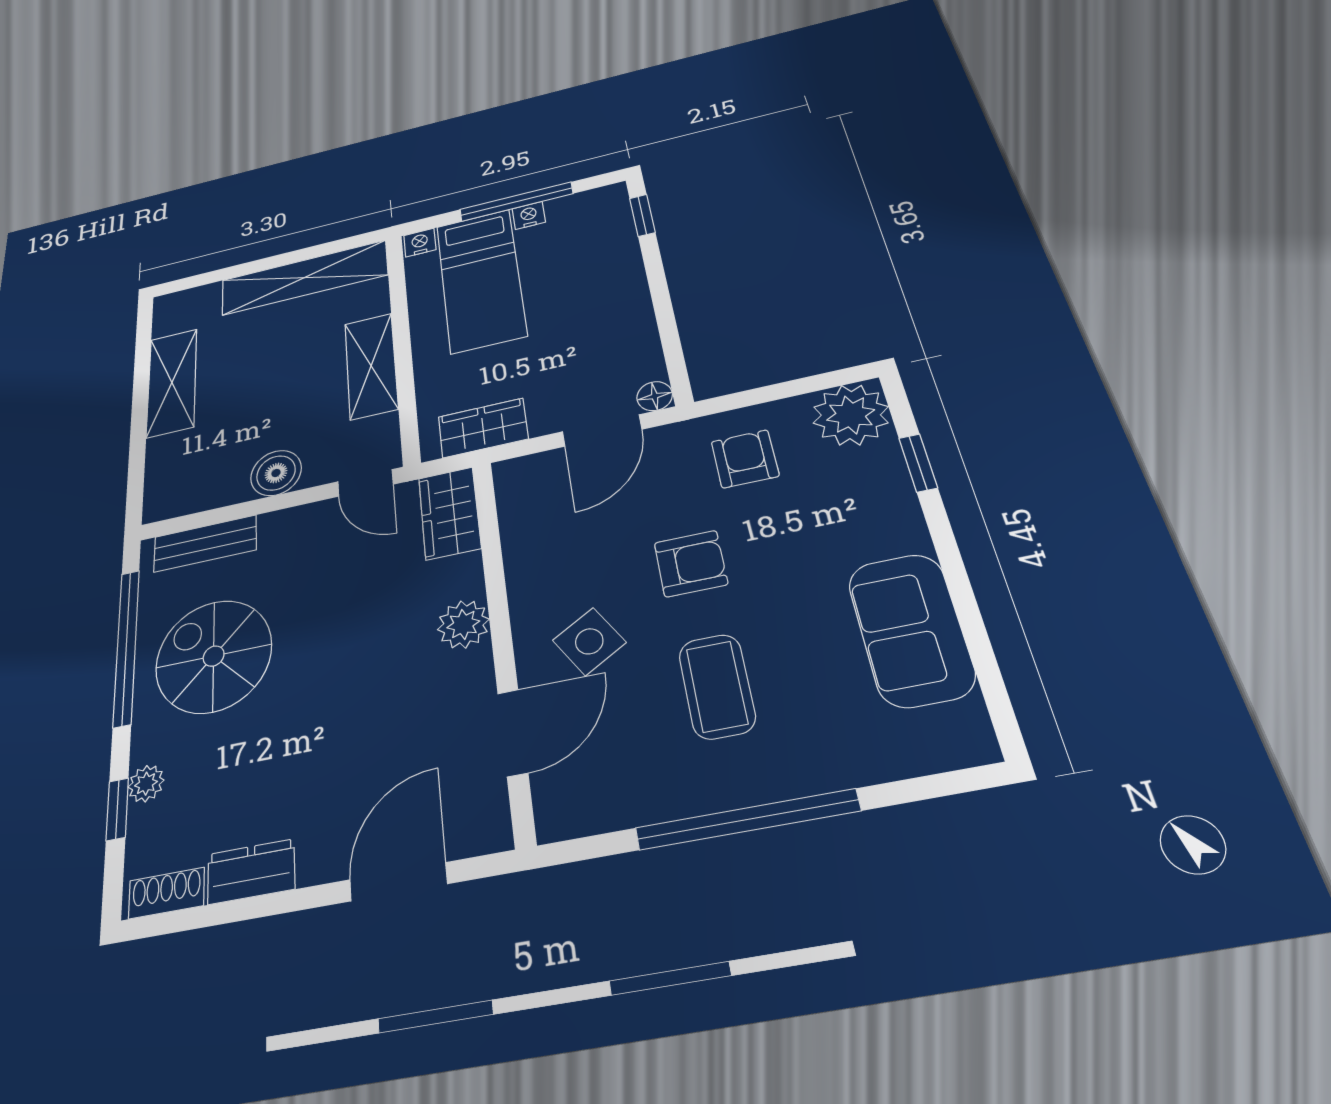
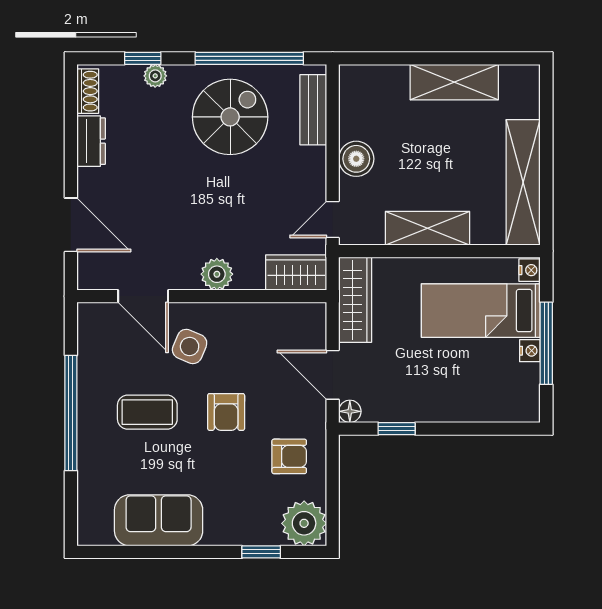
window: (642, 215) -> (397, 429), moved
wardrobe: (483, 428) -> (355, 300), width x1.50
side table: (589, 641) -> (190, 346), turned -36

